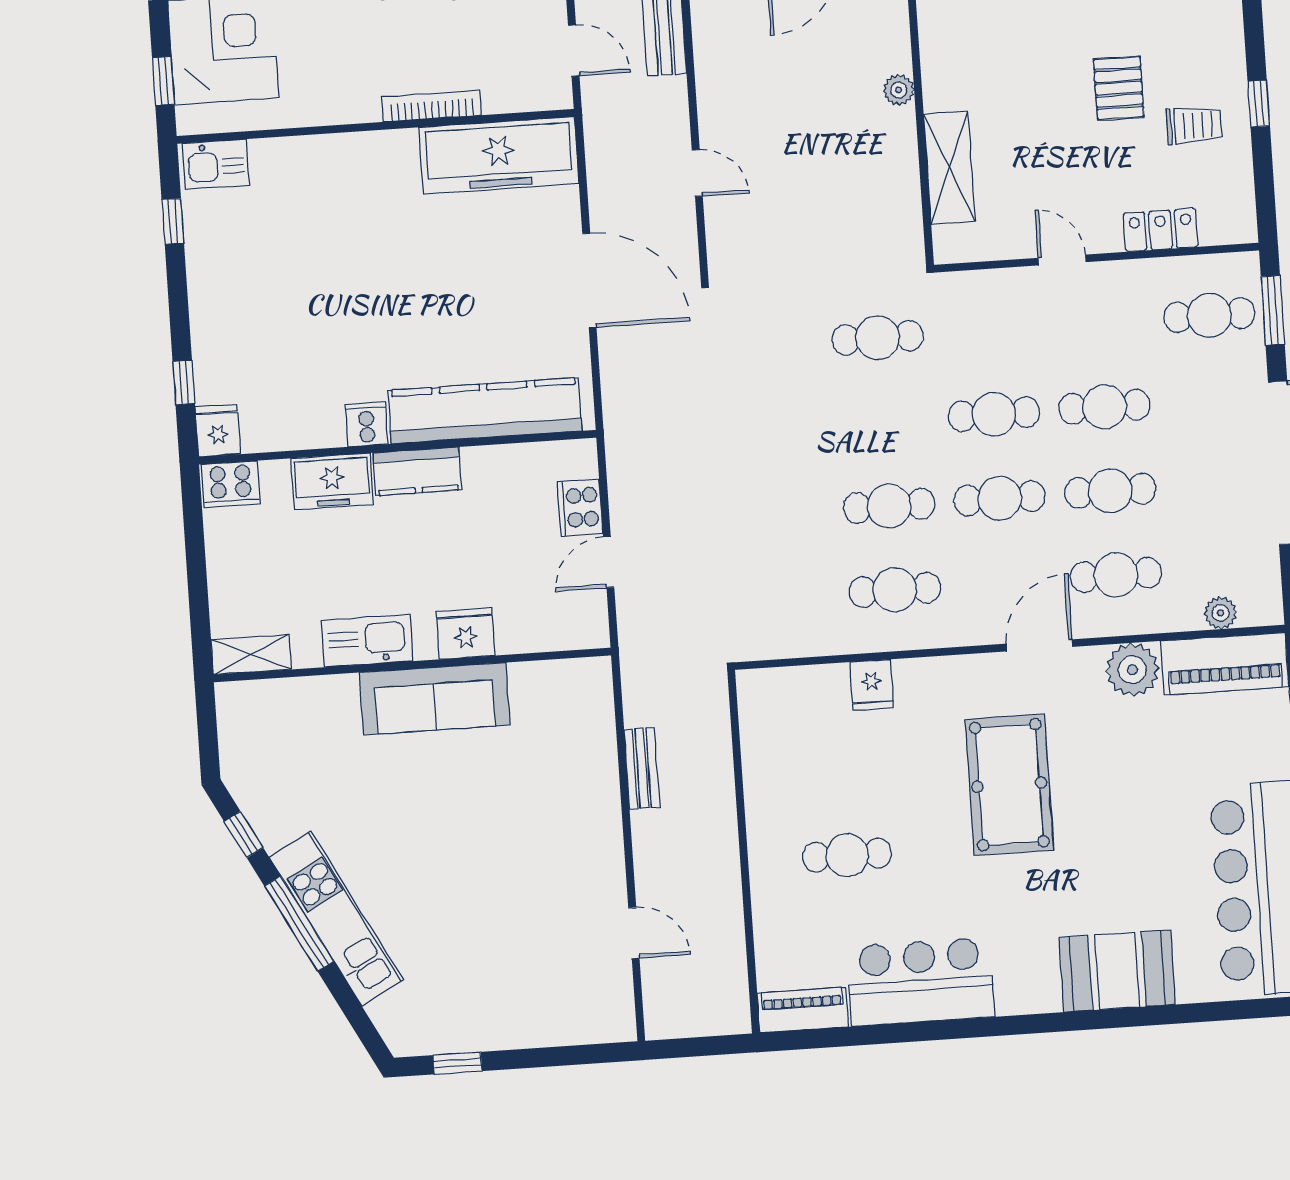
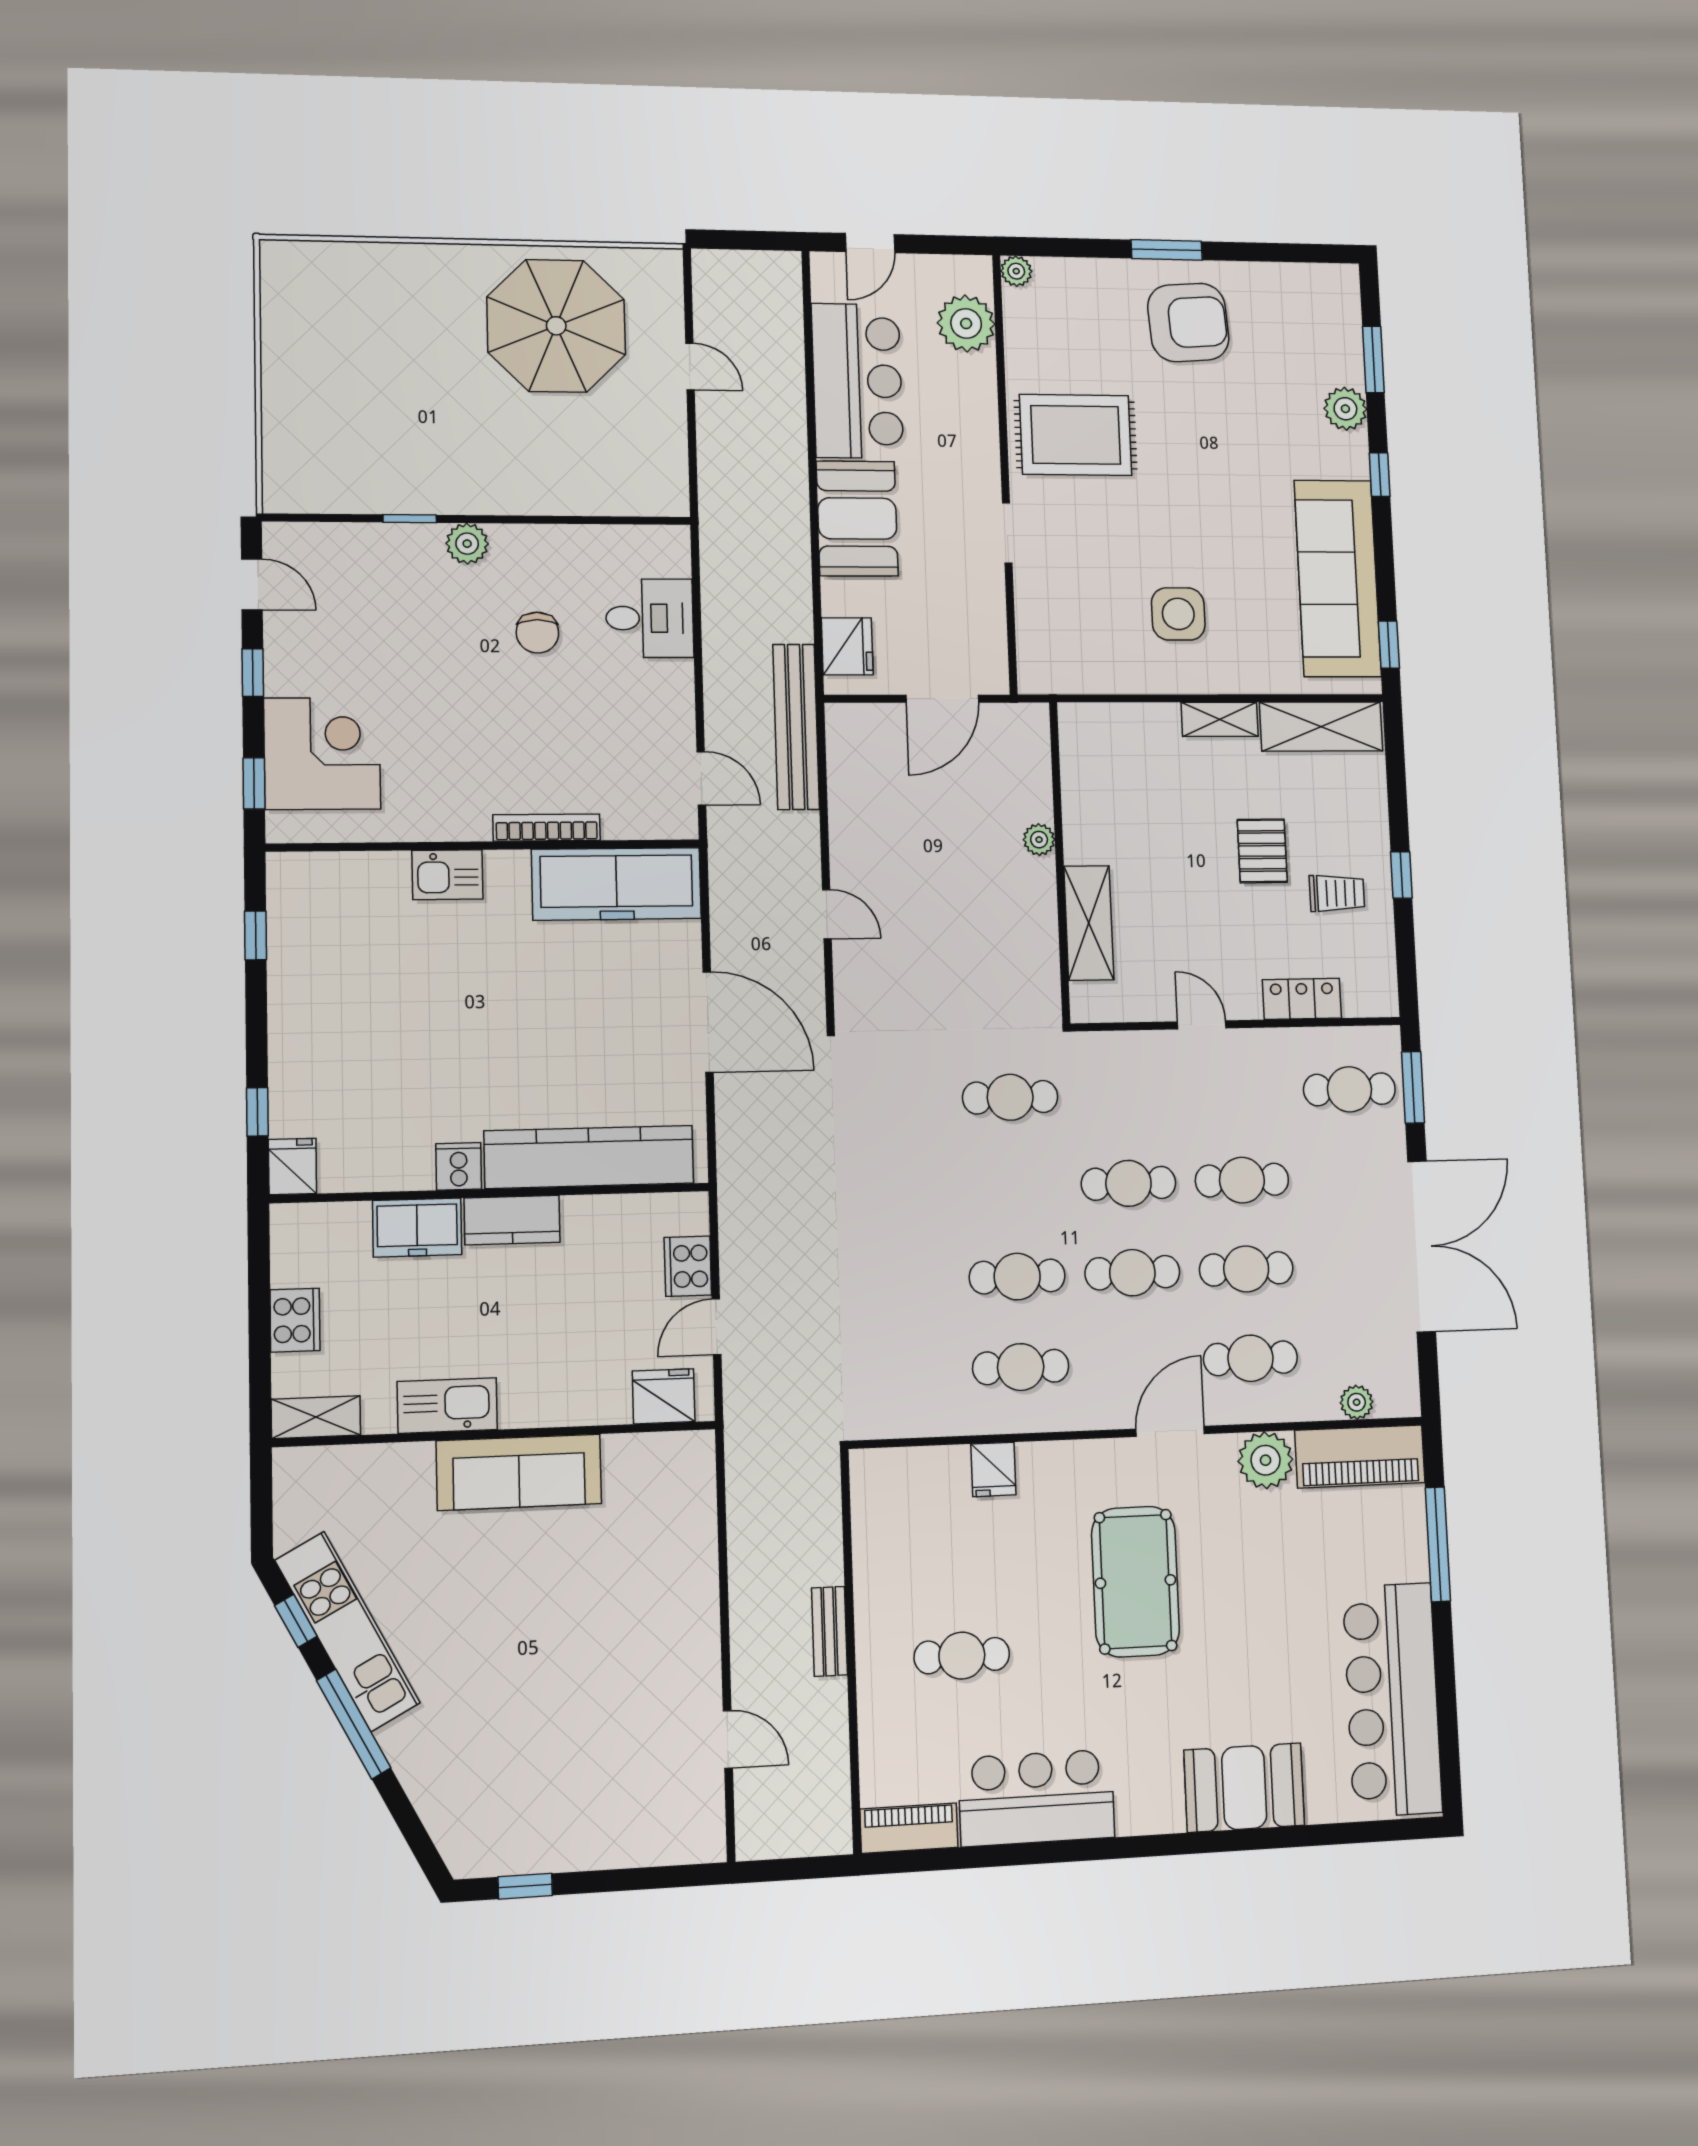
kitchen sink: (216, 164) -> (447, 875), moved
cooker: (231, 484) -> (295, 1320), moved, turned -90
fridge: (465, 633) -> (664, 1396), moved
bench: (642, 768) -> (829, 1631), moved
kitchen unit: (336, 918) -> (347, 1632), moved

